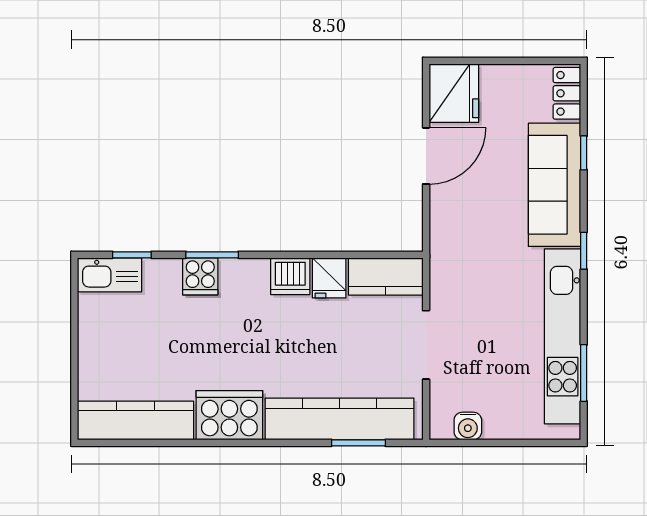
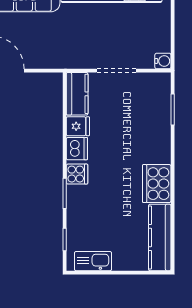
kitchen sink: (110, 275) -> (93, 261), moved, turned -90
cooker: (200, 276) -> (77, 174), moved
kitchen counter: (340, 419) -> (159, 120), removed
water cooler: (468, 426) -> (163, 61), moved

